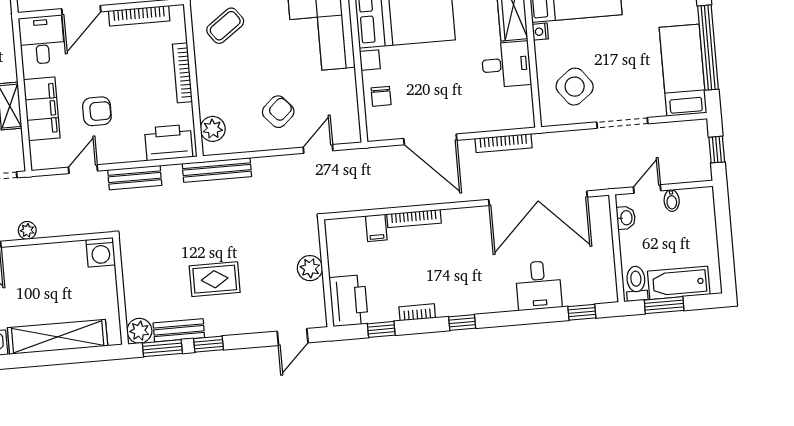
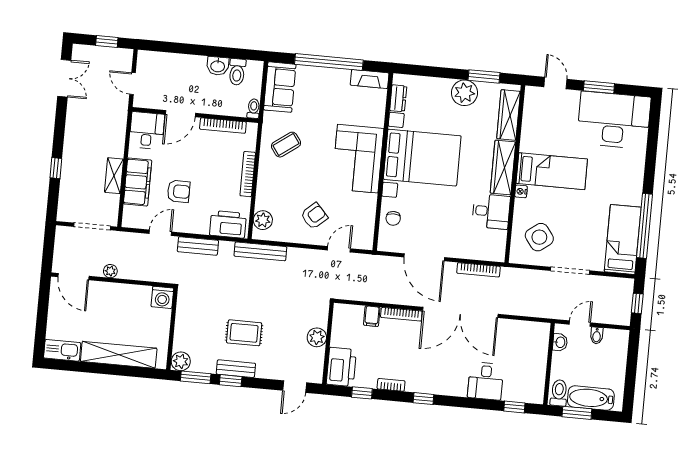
double door: (538, 198) -> (460, 312), moved
bench: (179, 330) -> (236, 369), moved

